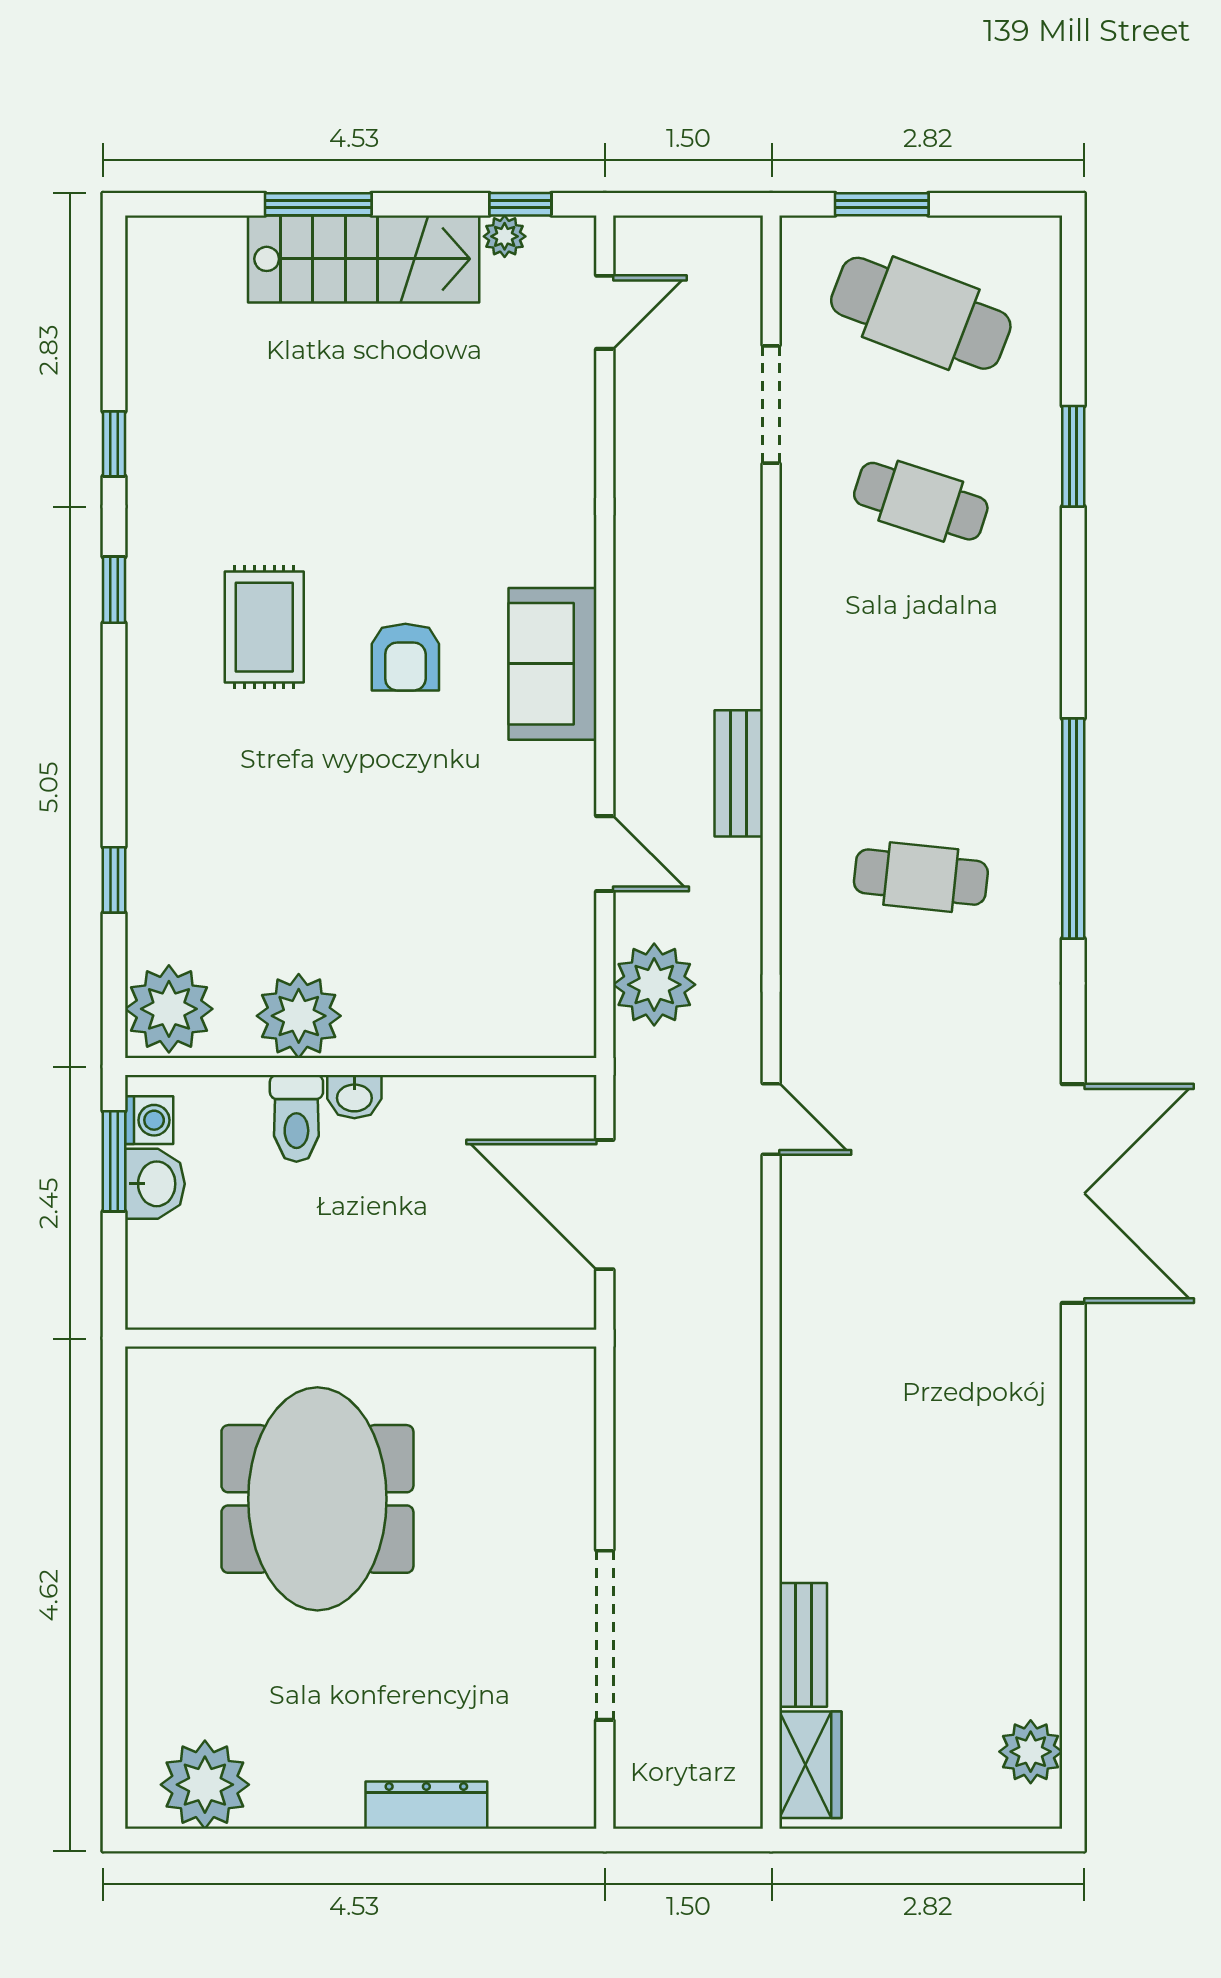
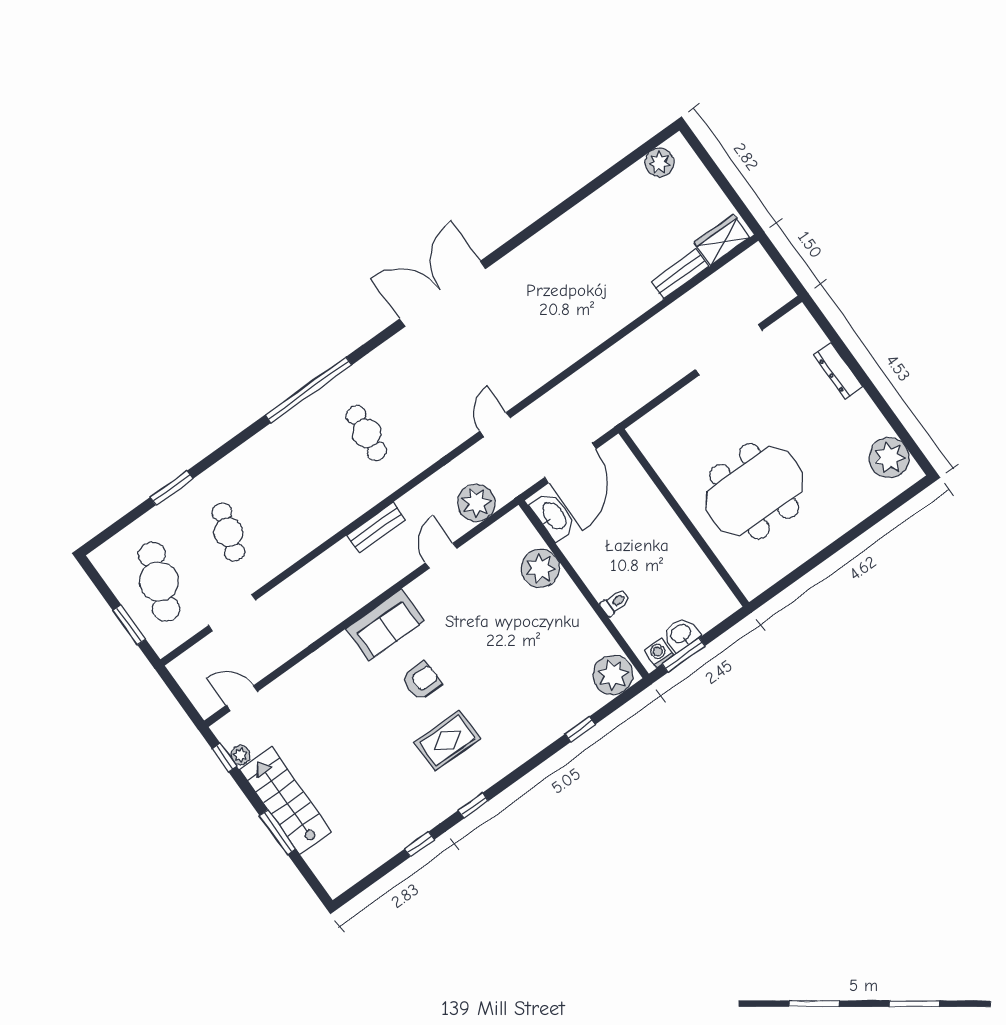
plant: (299, 1016) -> (541, 568), moved
washbasin: (354, 1097) -> (554, 516), moved, width x1.91, depth x1.45
toilet: (296, 1118) -> (615, 603), width x0.73, depth x0.72

